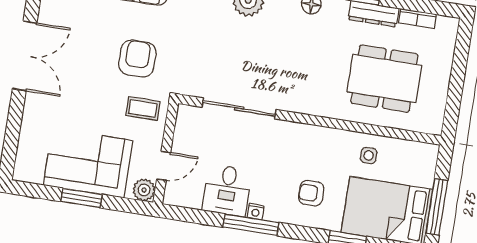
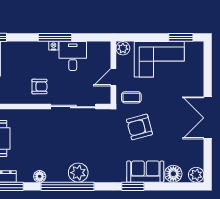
armchair: (137, 58) -> (139, 127), turned 75
door: (164, 166) -> (113, 77), moved
armchair: (311, 193) -> (39, 86), moved
window: (81, 198) -> (181, 37), moved

